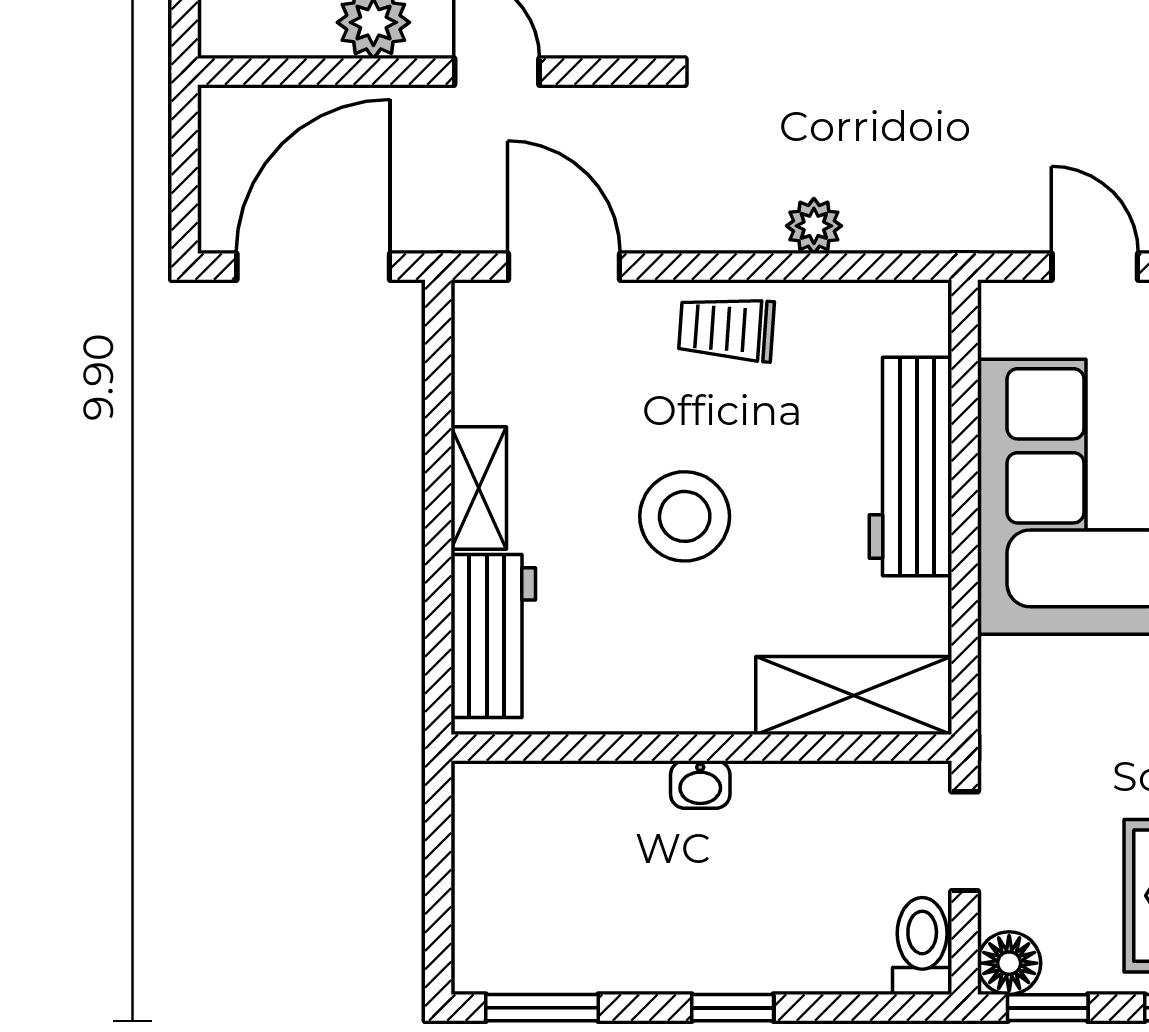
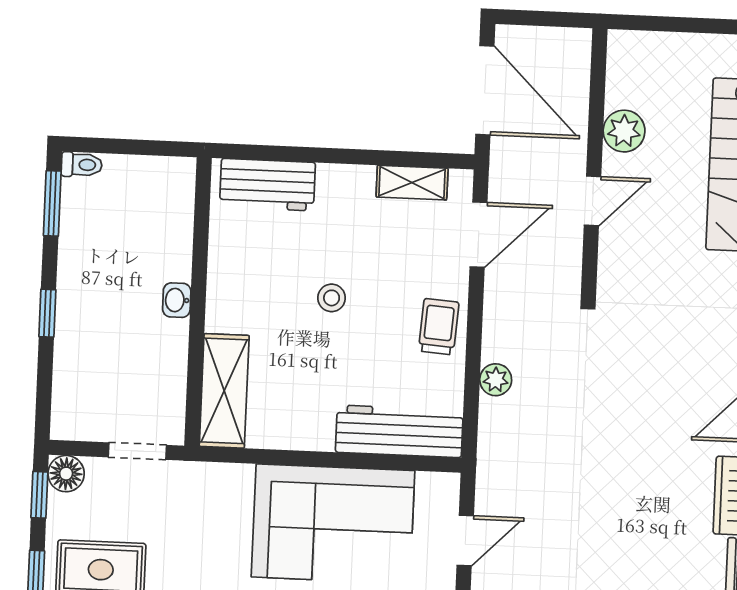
workbench: (911, 466) -> (399, 431), moved
shelving: (479, 488) -> (412, 183), moved
stool: (685, 516) -> (332, 298), width x0.53, depth x0.53
toilet: (922, 946) -> (82, 165), moved, width x0.73, depth x0.72

